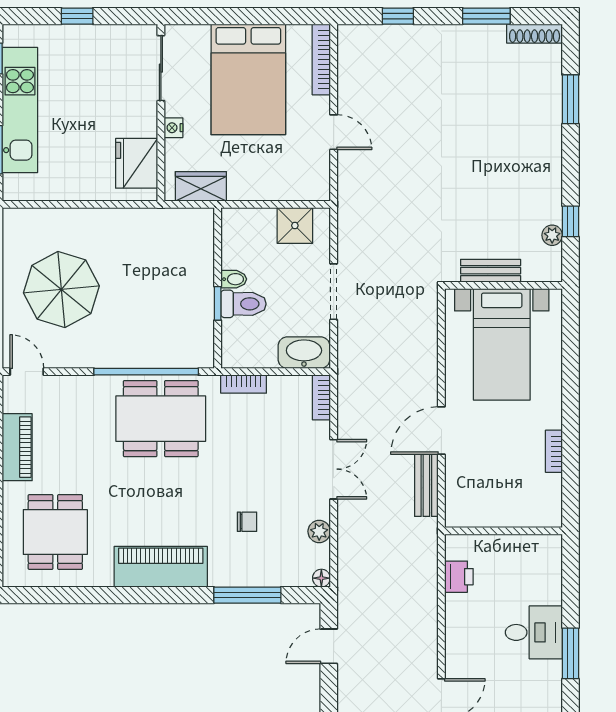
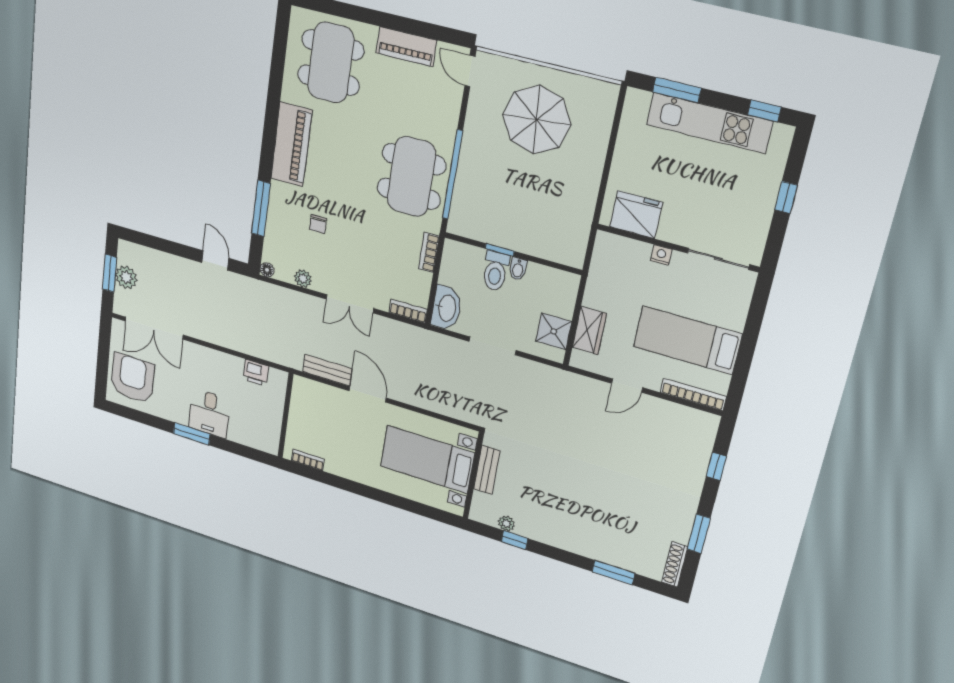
bed: (248, 79) -> (687, 340), width x0.67
wardrobe: (201, 186) -> (589, 330), moved
door: (27, 372) -> (470, 71), swing flipped
bookcase: (554, 451) -> (308, 460), moved
dining table: (55, 532) -> (331, 63), width x1.38

